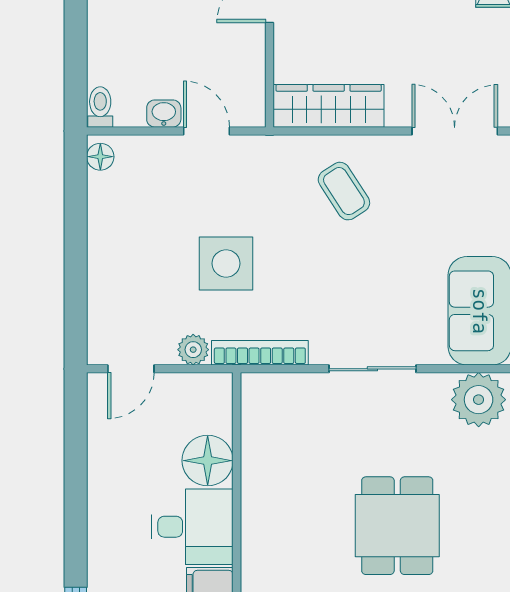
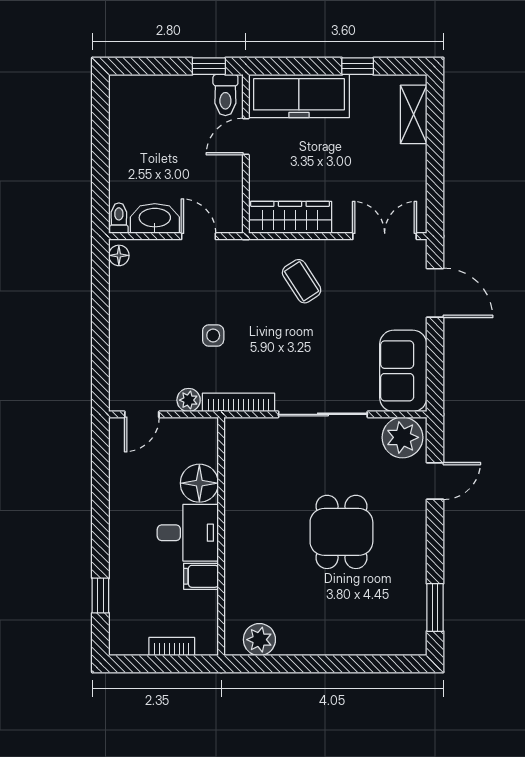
washbasin: (164, 114) -> (155, 218), width x1.91, depth x1.45
side table: (226, 263) -> (213, 335), width x0.54, depth x0.54
sliding door: (372, 369) -> (323, 414), width x1.37

